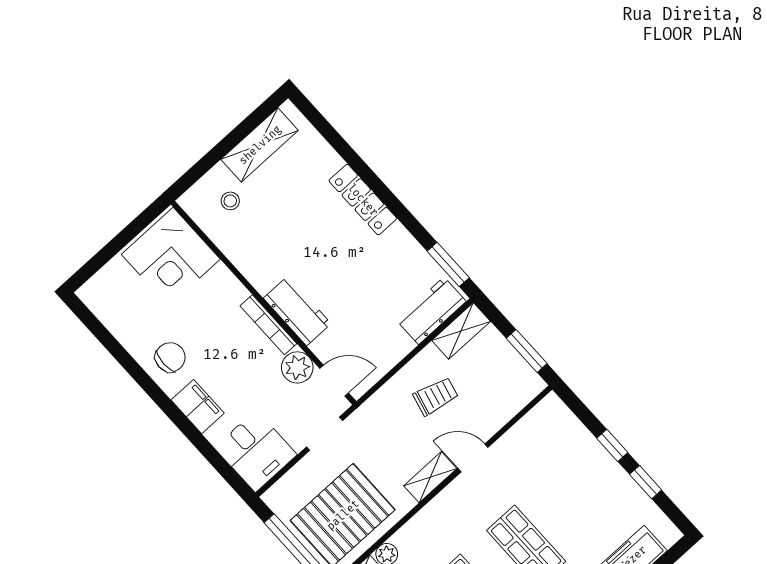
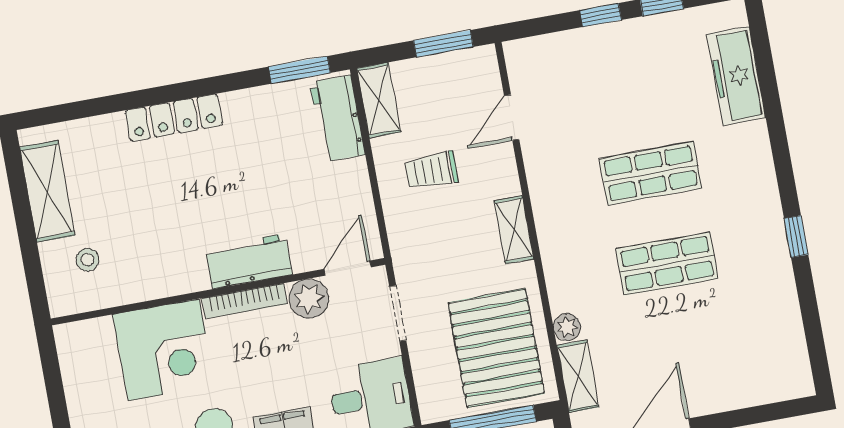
corner desk: (171, 257) -> (164, 350), moved
trolley: (436, 396) -> (431, 170), turned -104
door: (473, 458) -> (512, 117), moved

